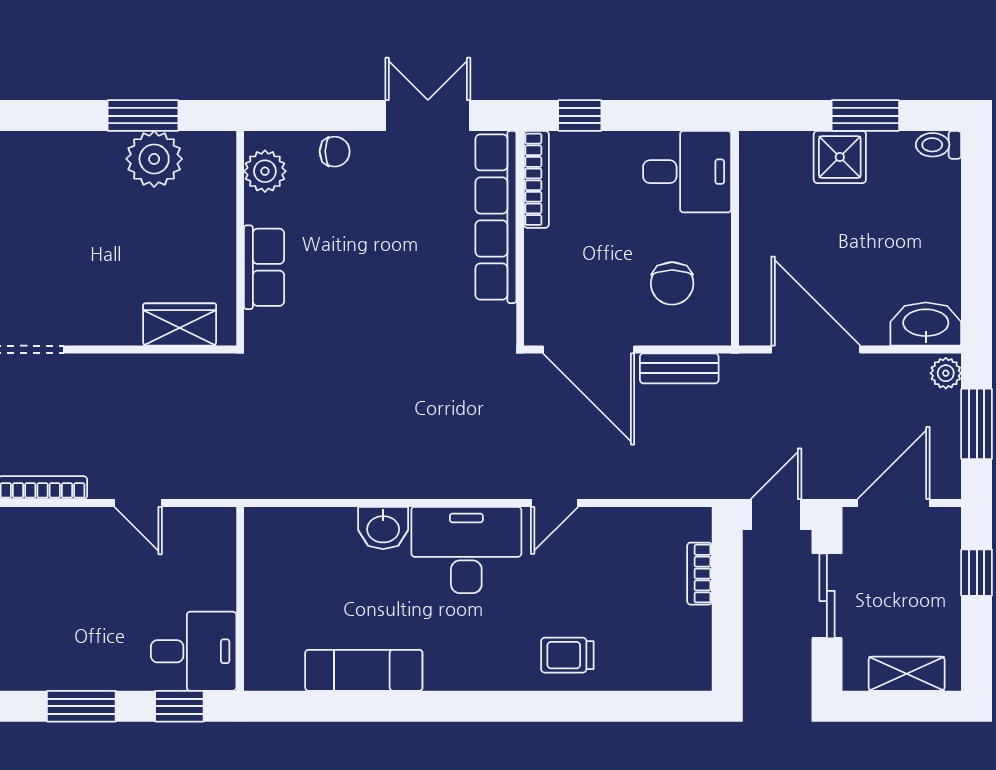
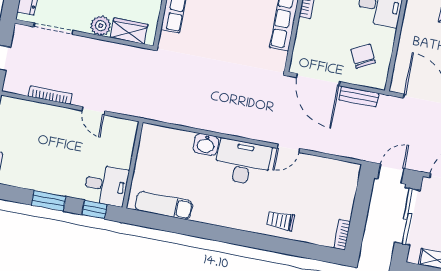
chair: (672, 283) -> (363, 56), turned 152
plant: (119, 325) -> (101, 26), added
bookcase: (700, 574) -> (342, 235), moved
sliding door: (827, 596) -> (407, 216), width x1.37
exam couch: (364, 670) -> (164, 205), moved

